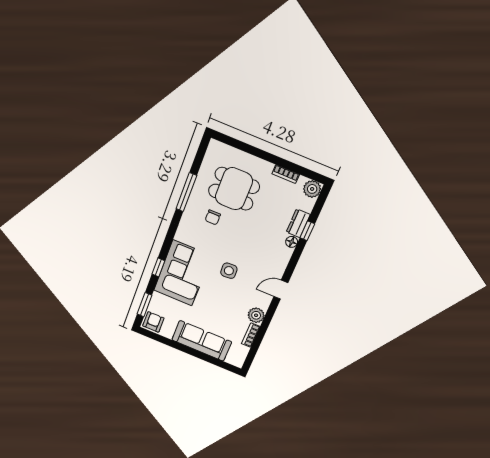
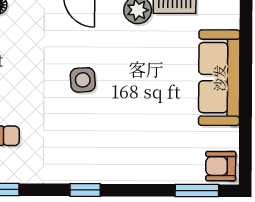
window: (158, 267) -> (85, 190), moved
corner sofa: (182, 273) -> (118, 149), removed

